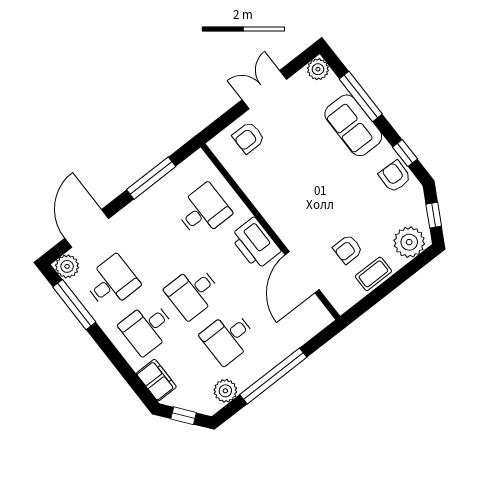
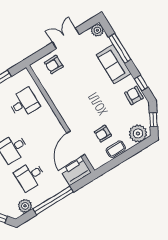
printer: (255, 244) -> (76, 172), moved, turned 90

